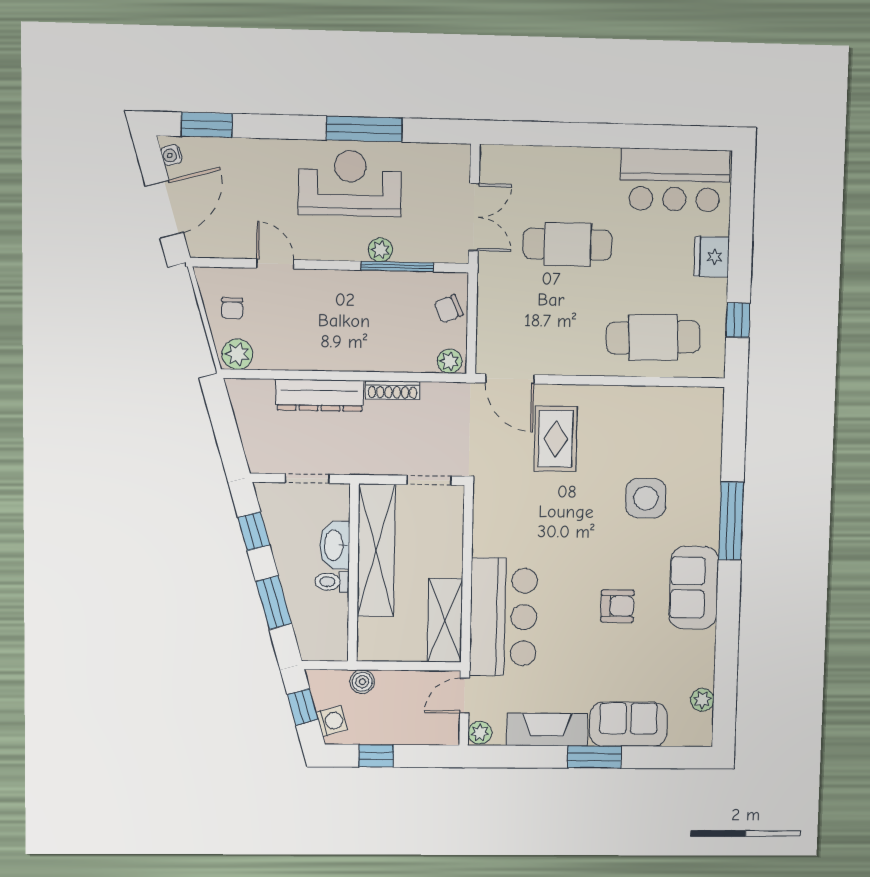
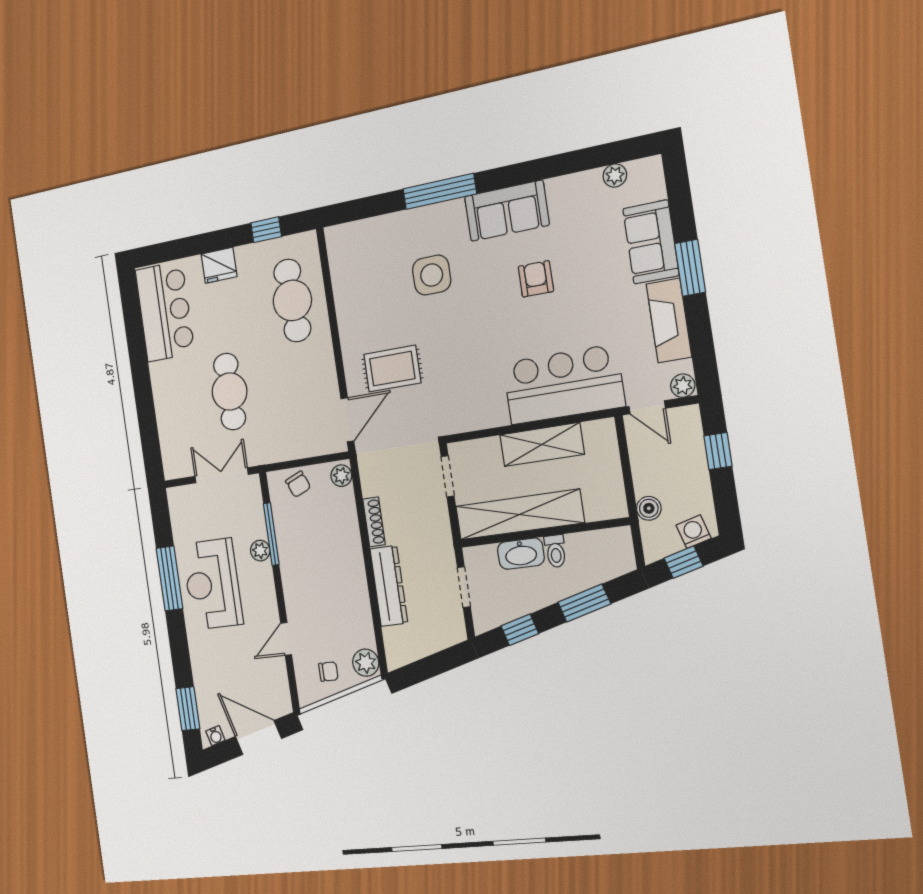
shelving: (445, 620) -> (542, 445), moved
window: (376, 756) -> (718, 451), moved

